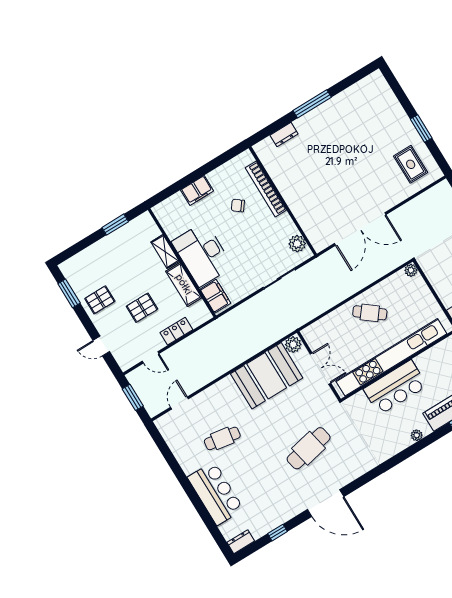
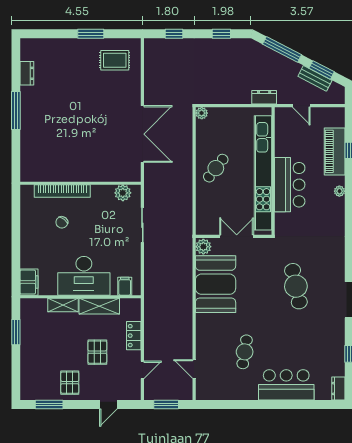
dresser: (284, 135) -> (27, 73), moved
filing cabinet: (197, 190) -> (29, 282), moved
filing cabinet: (215, 296) -> (125, 286), width x0.50

